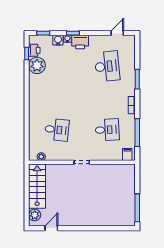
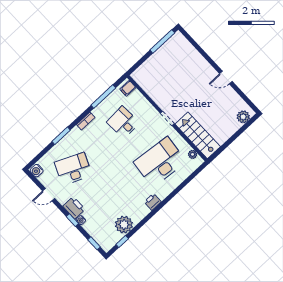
door: (117, 33) -> (49, 195), moved
water cooler: (58, 40) -> (37, 171), moved
printer: (34, 50) -> (153, 202), moved
desk: (107, 66) -> (73, 169), turned 30
desk: (57, 130) -> (160, 162), width x1.87, depth x1.30
stairs: (37, 186) -> (198, 135), moved, turned 90
door: (51, 228) -> (226, 78), moved

